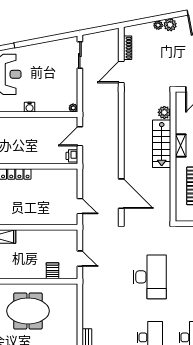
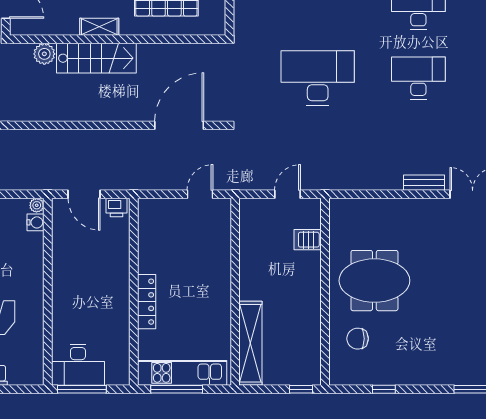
water cooler: (30, 107) -> (36, 222), moved
meeting table: (28, 311) -> (374, 281), turned 90

